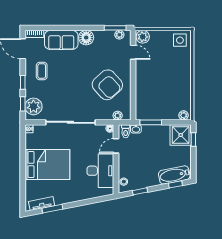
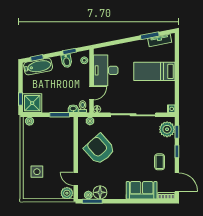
floor lamp: (86, 38) -> (100, 192), moved
side table: (180, 40) -> (37, 172), moved
bed: (47, 165) -> (154, 71), width x0.67
bidet: (143, 181) -> (67, 61), added

